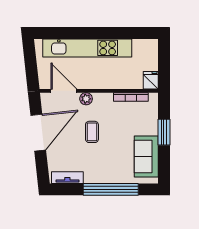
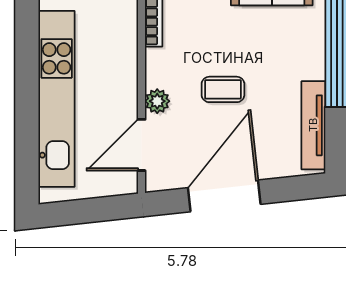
door: (38, 133) -> (224, 196), hinge flipped
tv unit: (67, 178) -> (313, 125), width x1.41

